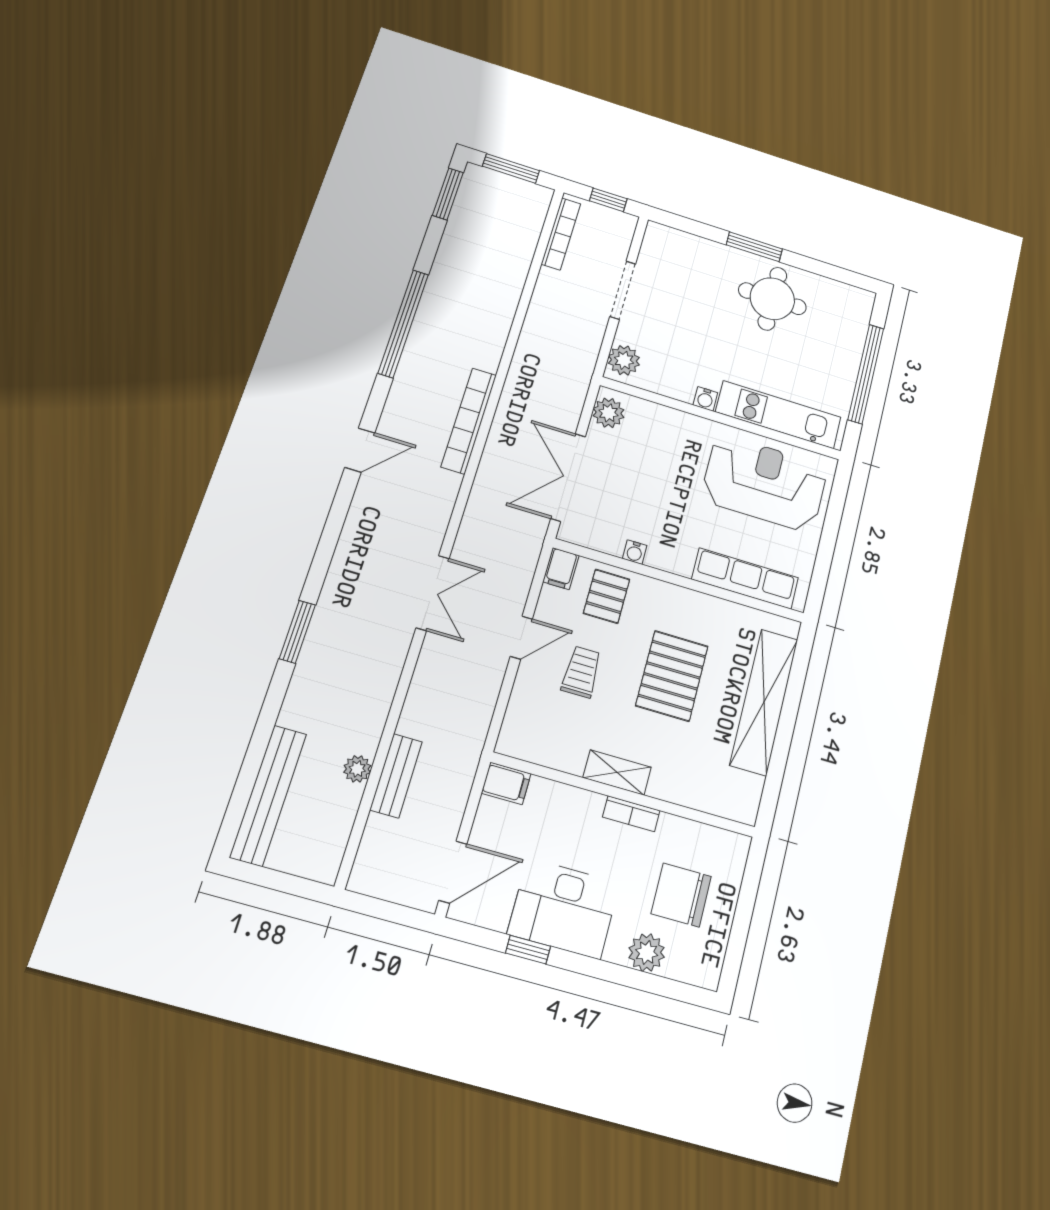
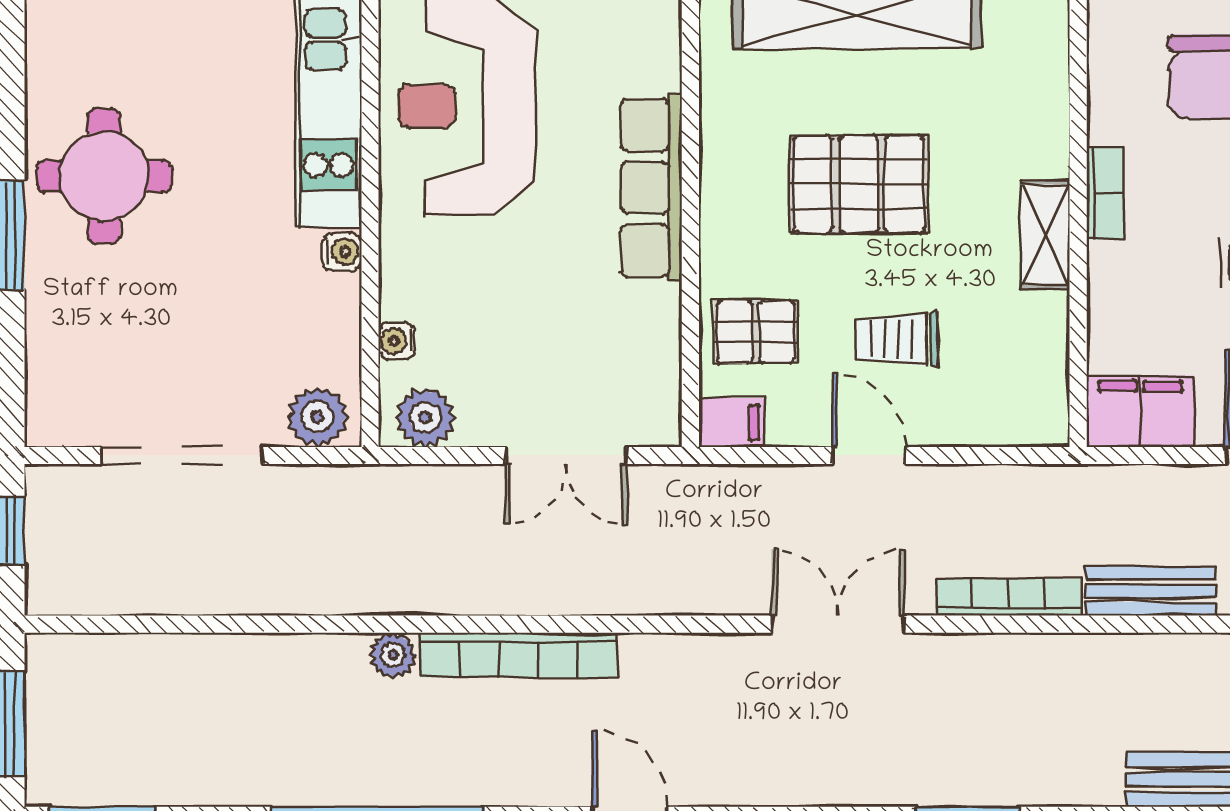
bookcase: (561, 234) -> (1008, 597), moved
doorway: (623, 290) -> (182, 455), width x1.36
double door: (568, 477) -> (566, 455), width x0.73
water cooler: (635, 552) -> (397, 341), moved, turned 180
row of seats: (745, 578) -> (651, 188), moved
plant: (357, 769) -> (393, 655), moved
filing cabinet: (506, 783) -> (1140, 411), width x2.00

